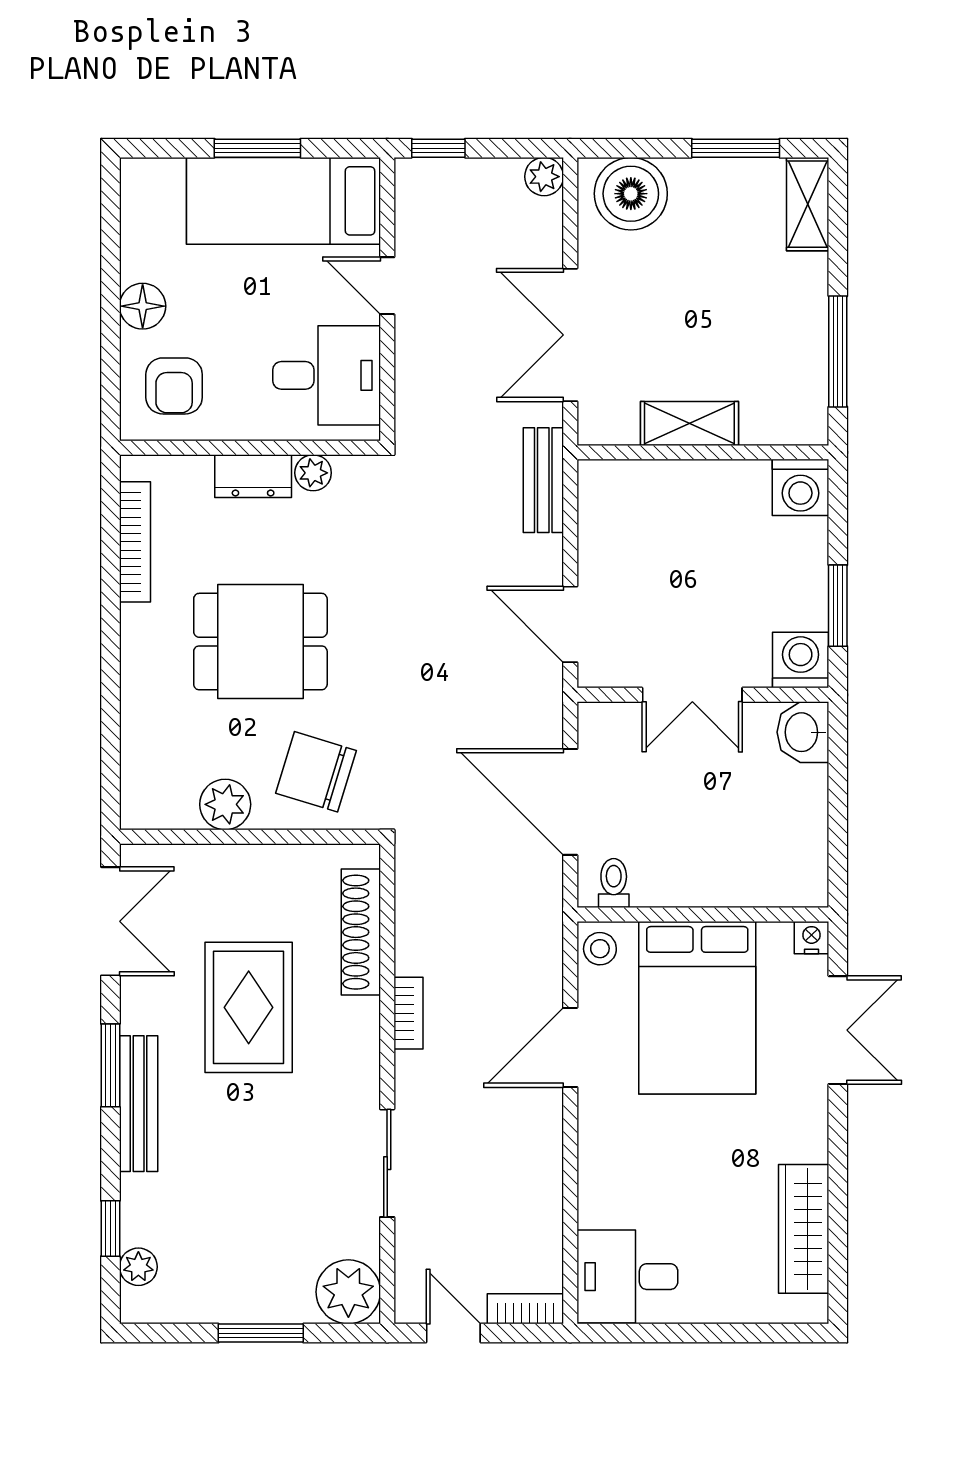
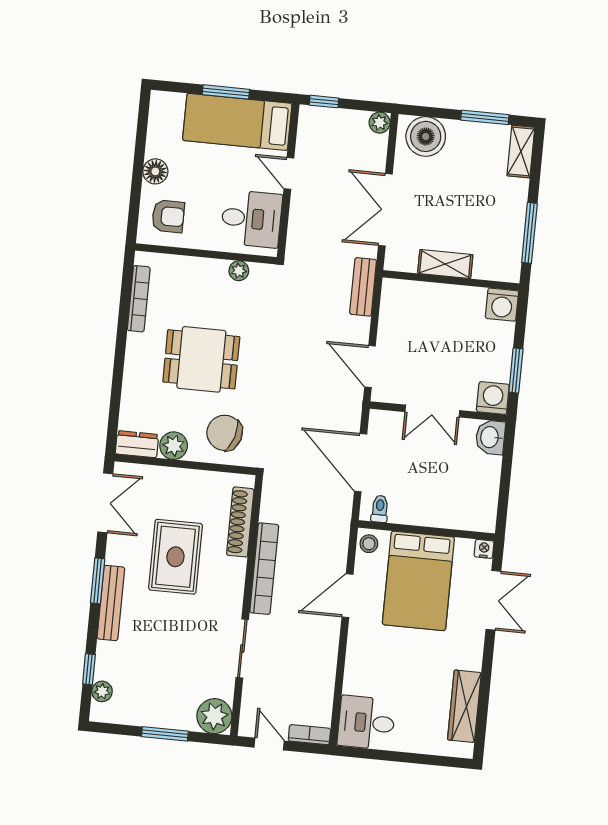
armchair: (174, 386) -> (168, 216), turned -90
dresser: (253, 476) -> (137, 444), moved, turned 180
bookcase: (408, 1013) -> (264, 569), width x2.31, depth x1.31

